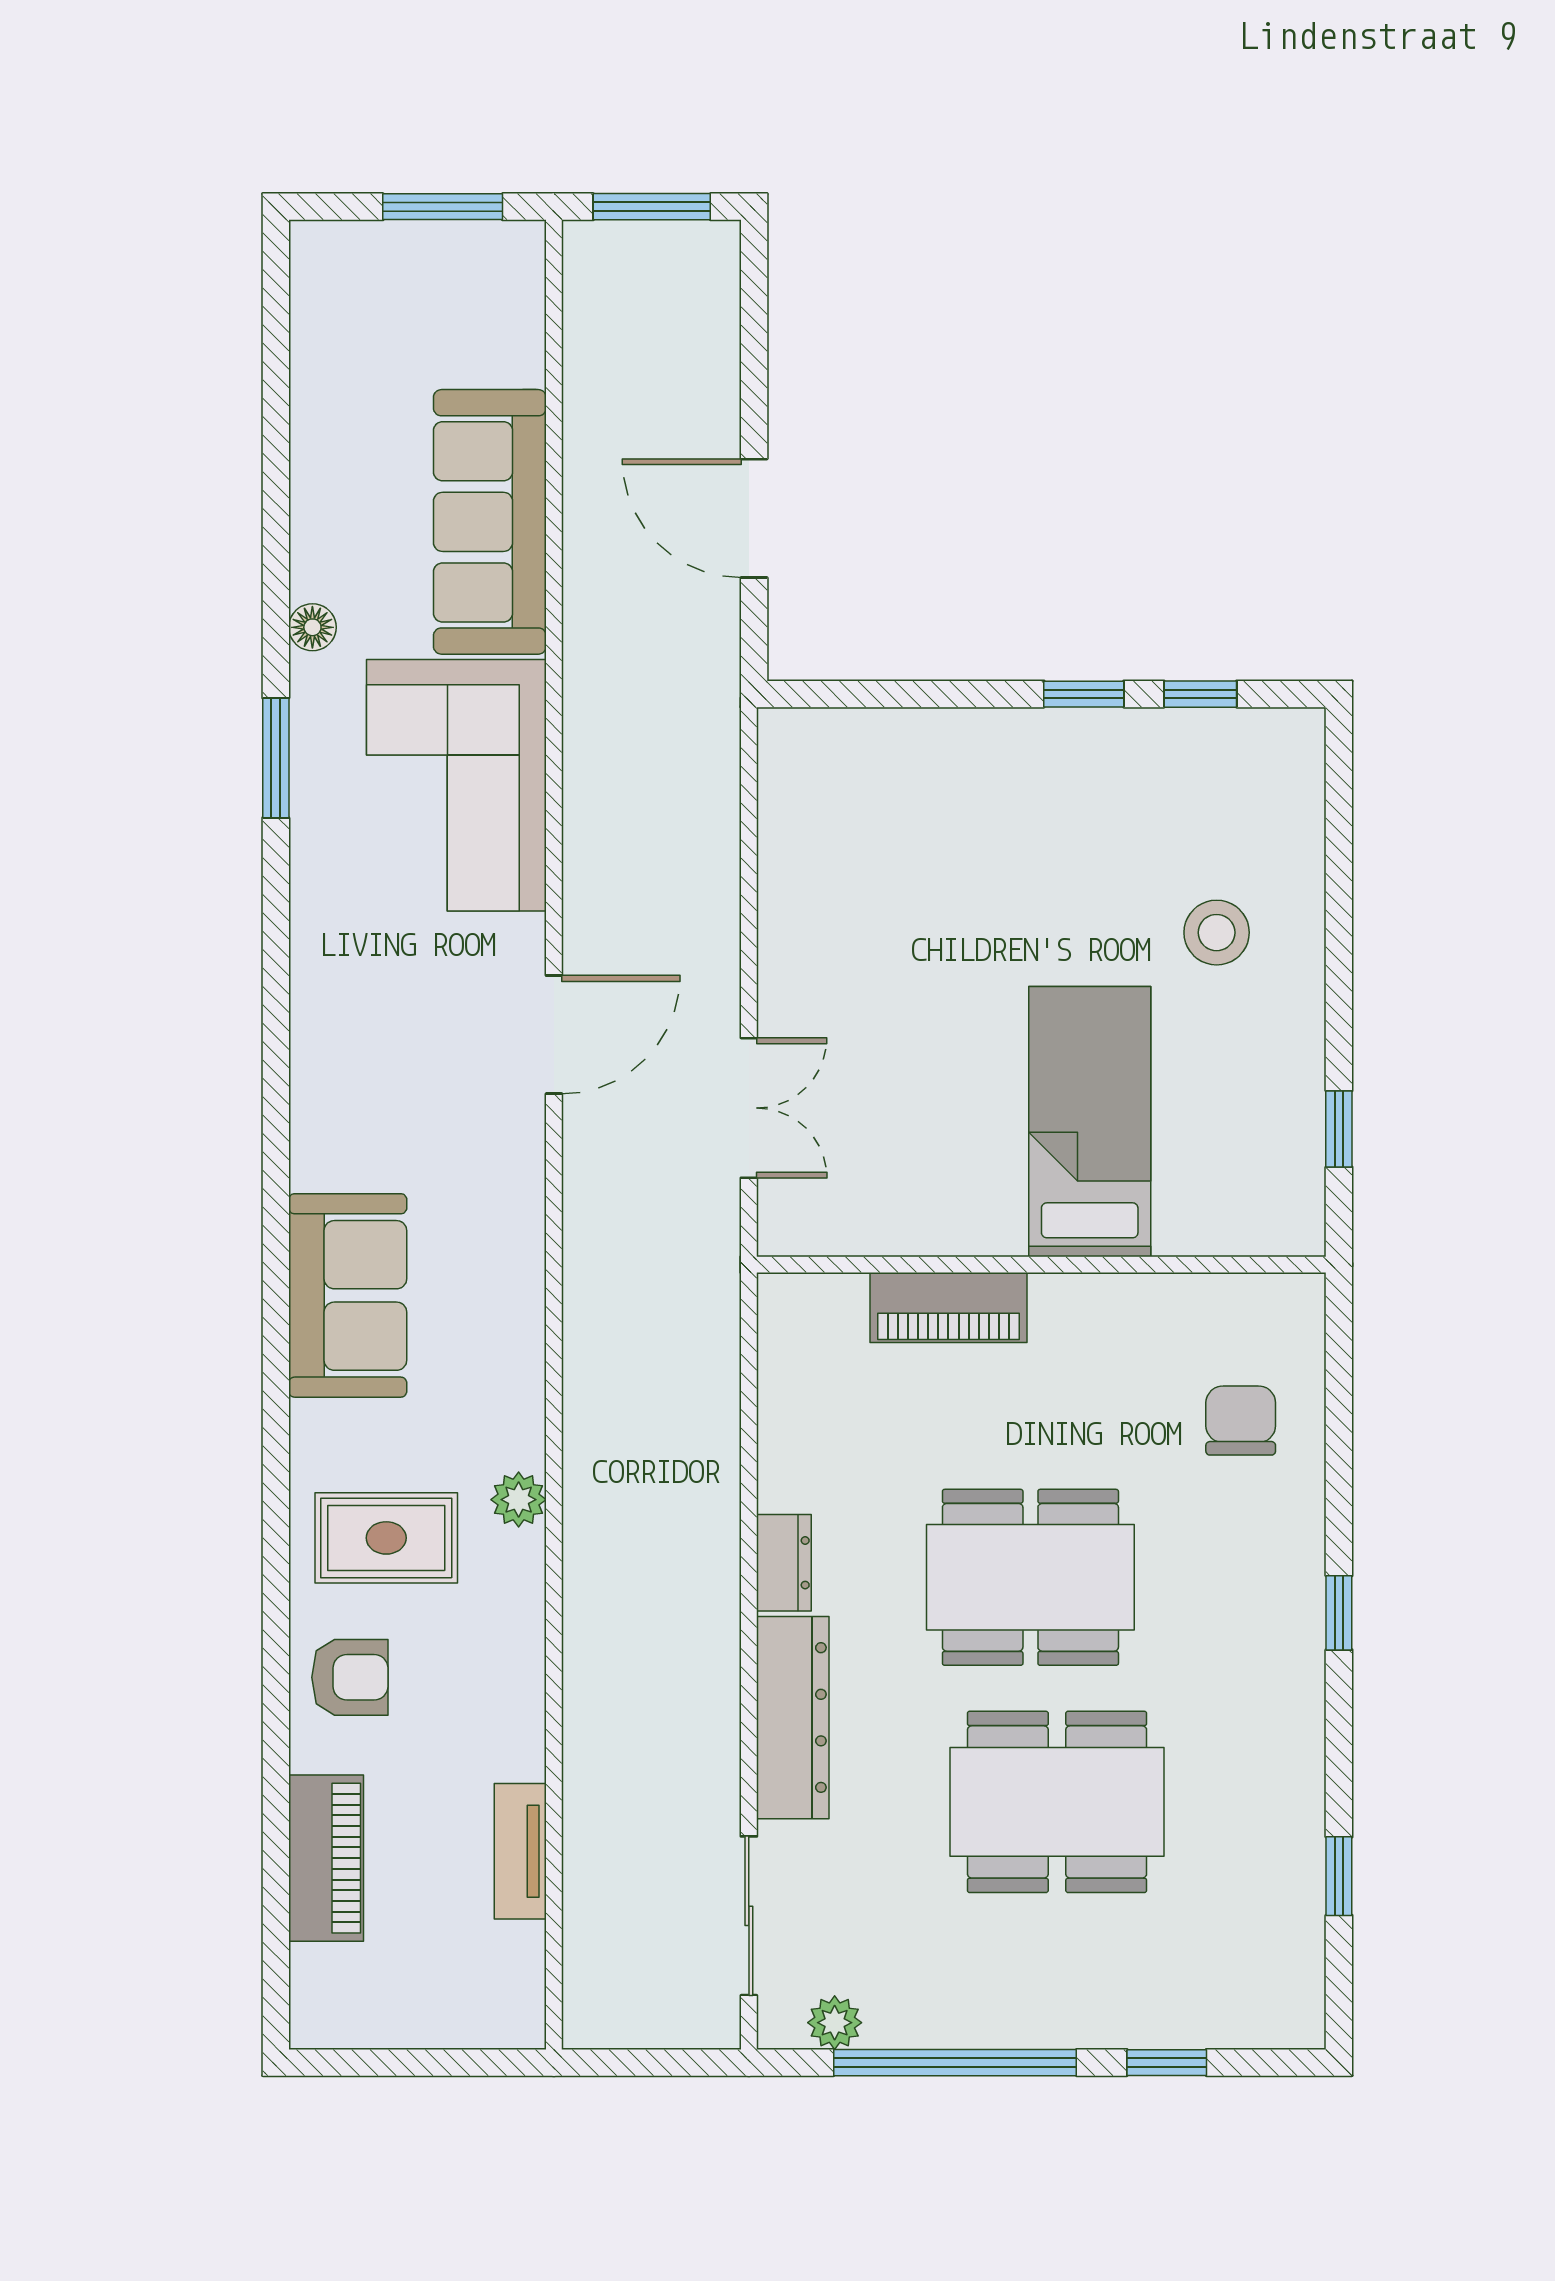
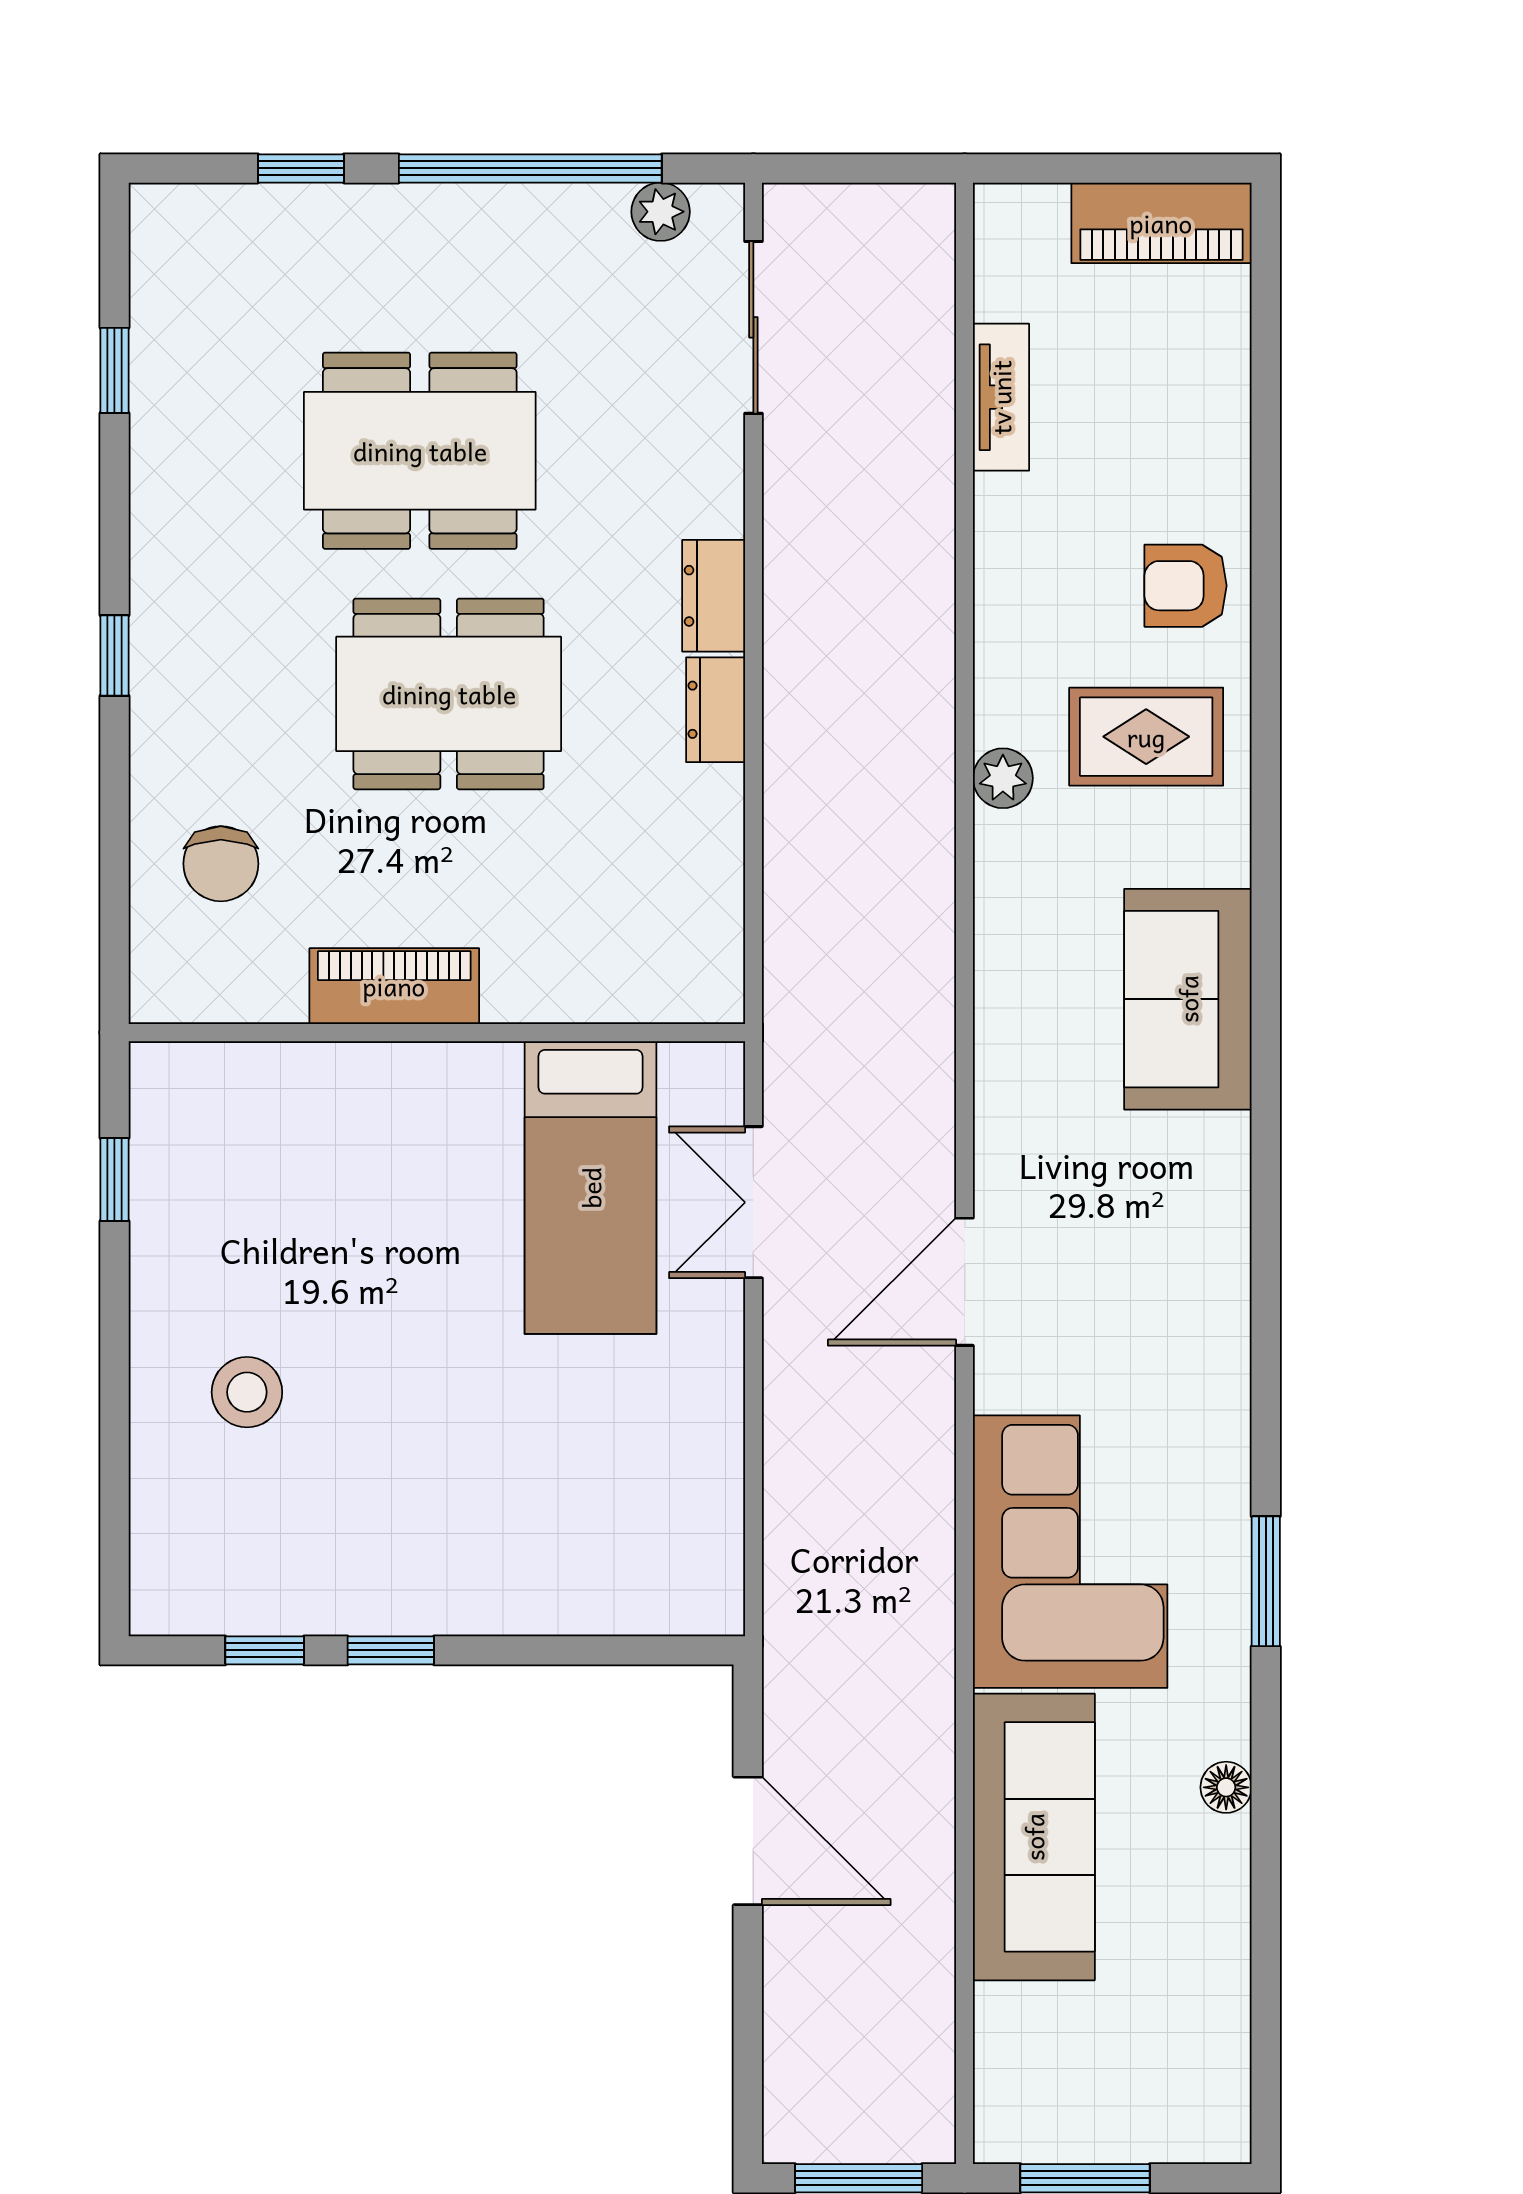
floor lamp: (312, 627) -> (1226, 1787), moved
bed: (1090, 1122) -> (591, 1188), moved
piano: (948, 1307) -> (394, 986), moved
dresser: (793, 1718) -> (714, 596), width x0.51, depth x0.80
piano: (326, 1858) -> (1161, 223), moved, turned -90

